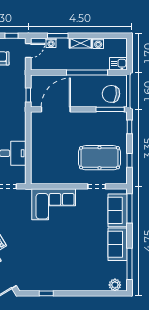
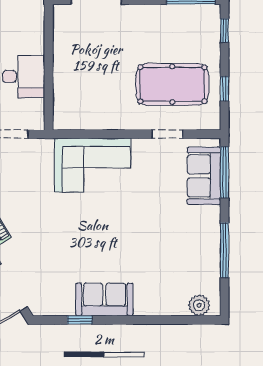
sofa: (118, 244) -> (104, 299), moved, turned 90
window: (129, 264) -> (224, 250), moved

